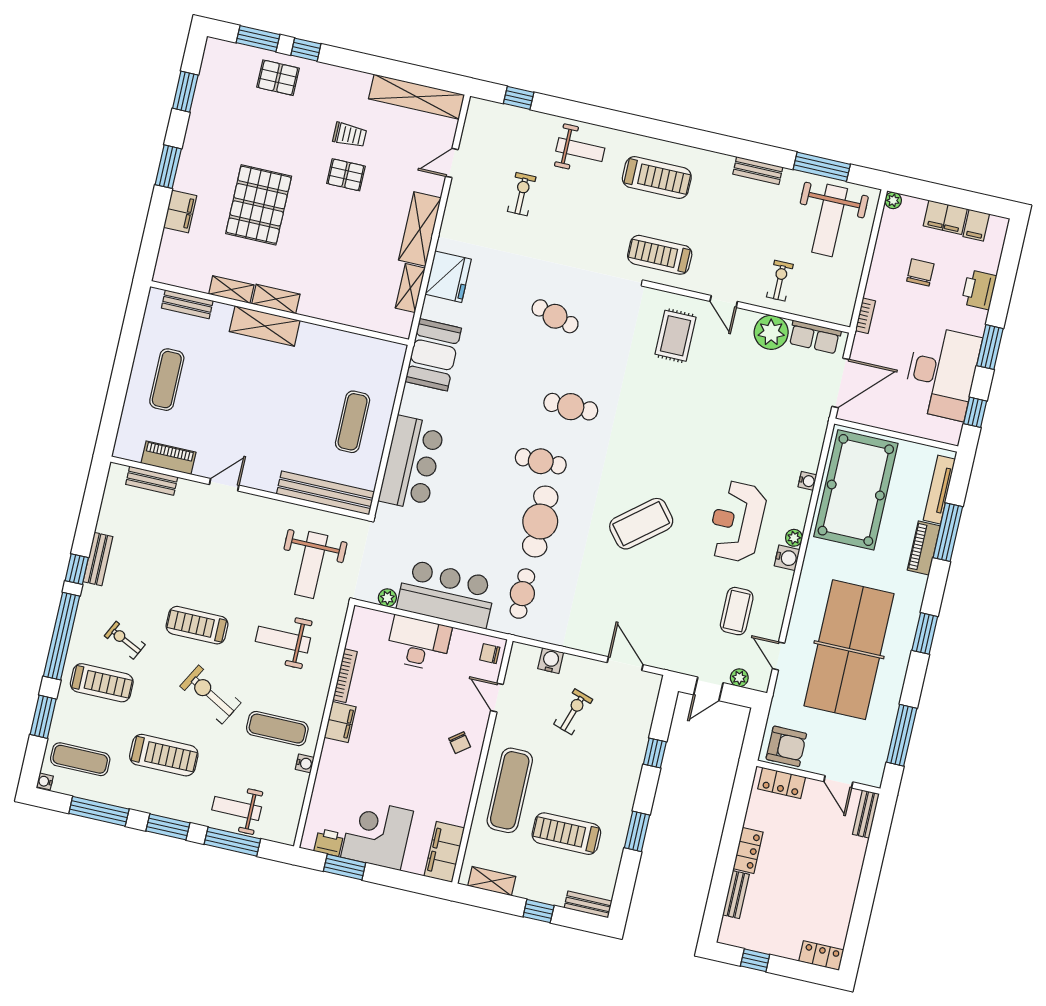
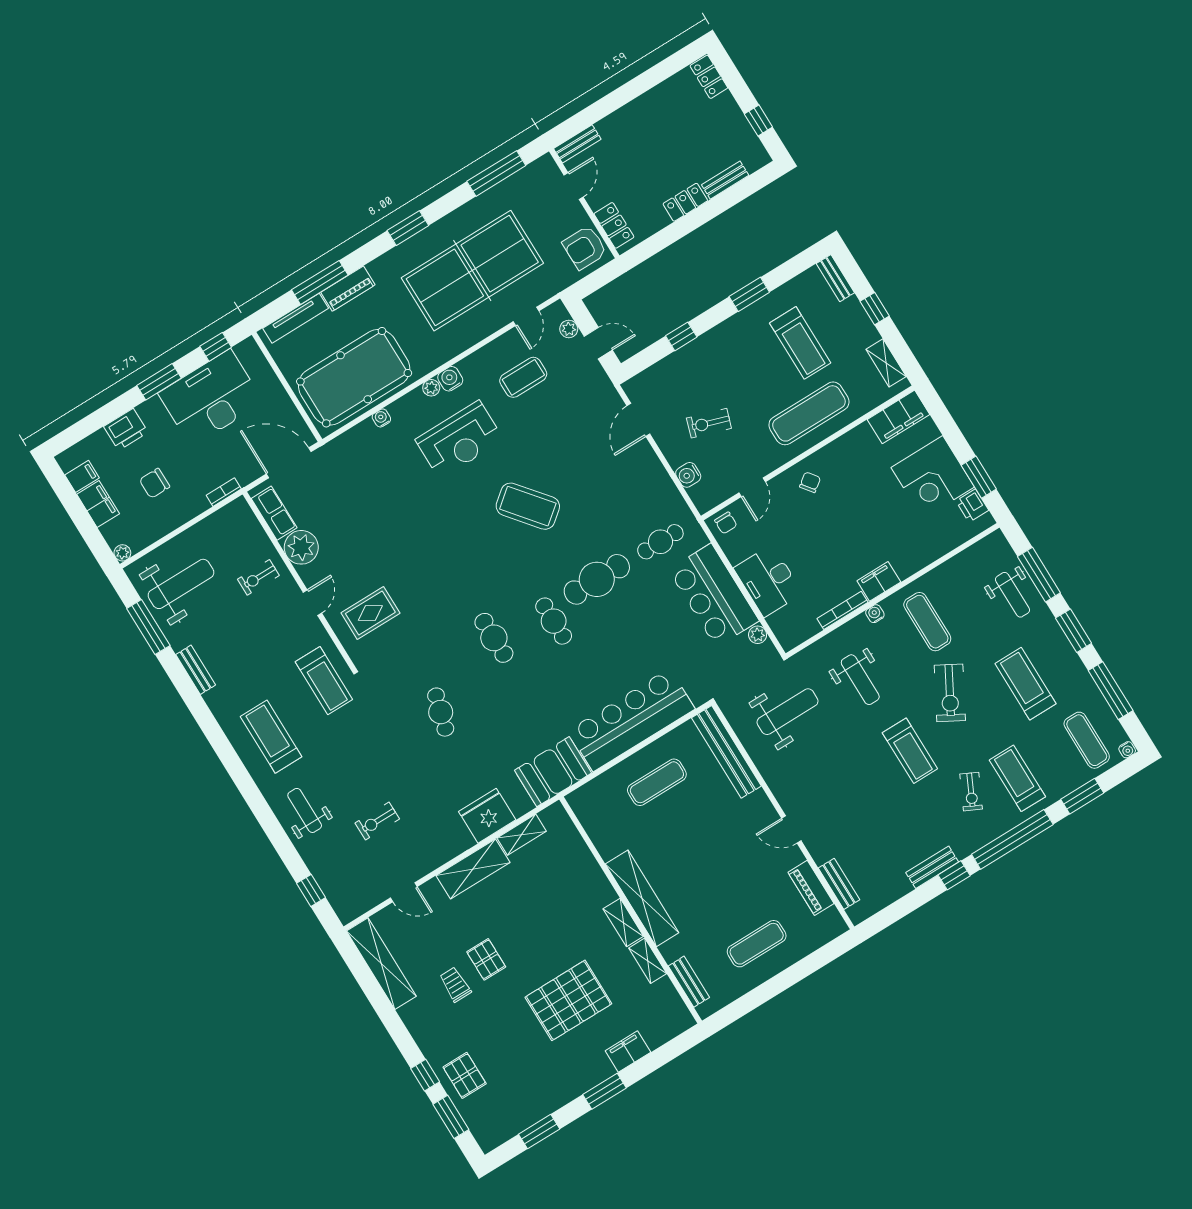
shelving: (265, 326) -> (642, 898), width x1.47
bar counter: (412, 463) -> (631, 720), width x1.36
armchair: (786, 746) -> (585, 248), turned -90
water cooler: (305, 763) -> (875, 614), moved

